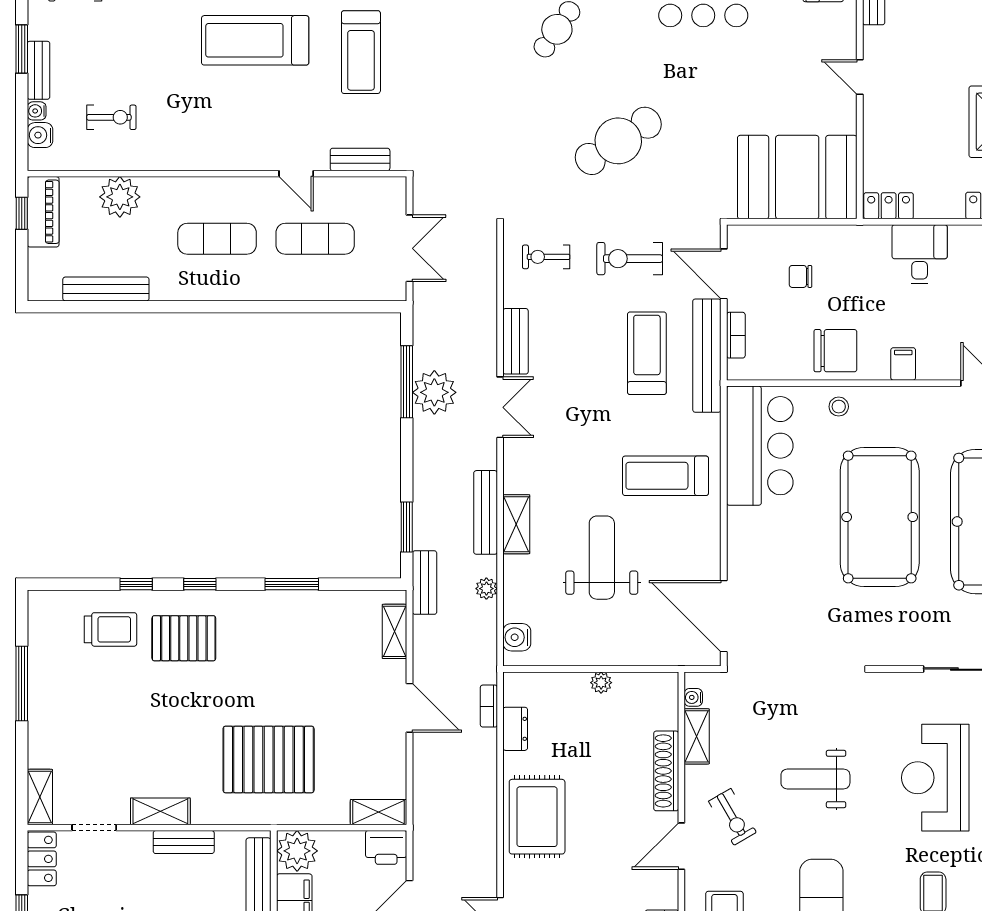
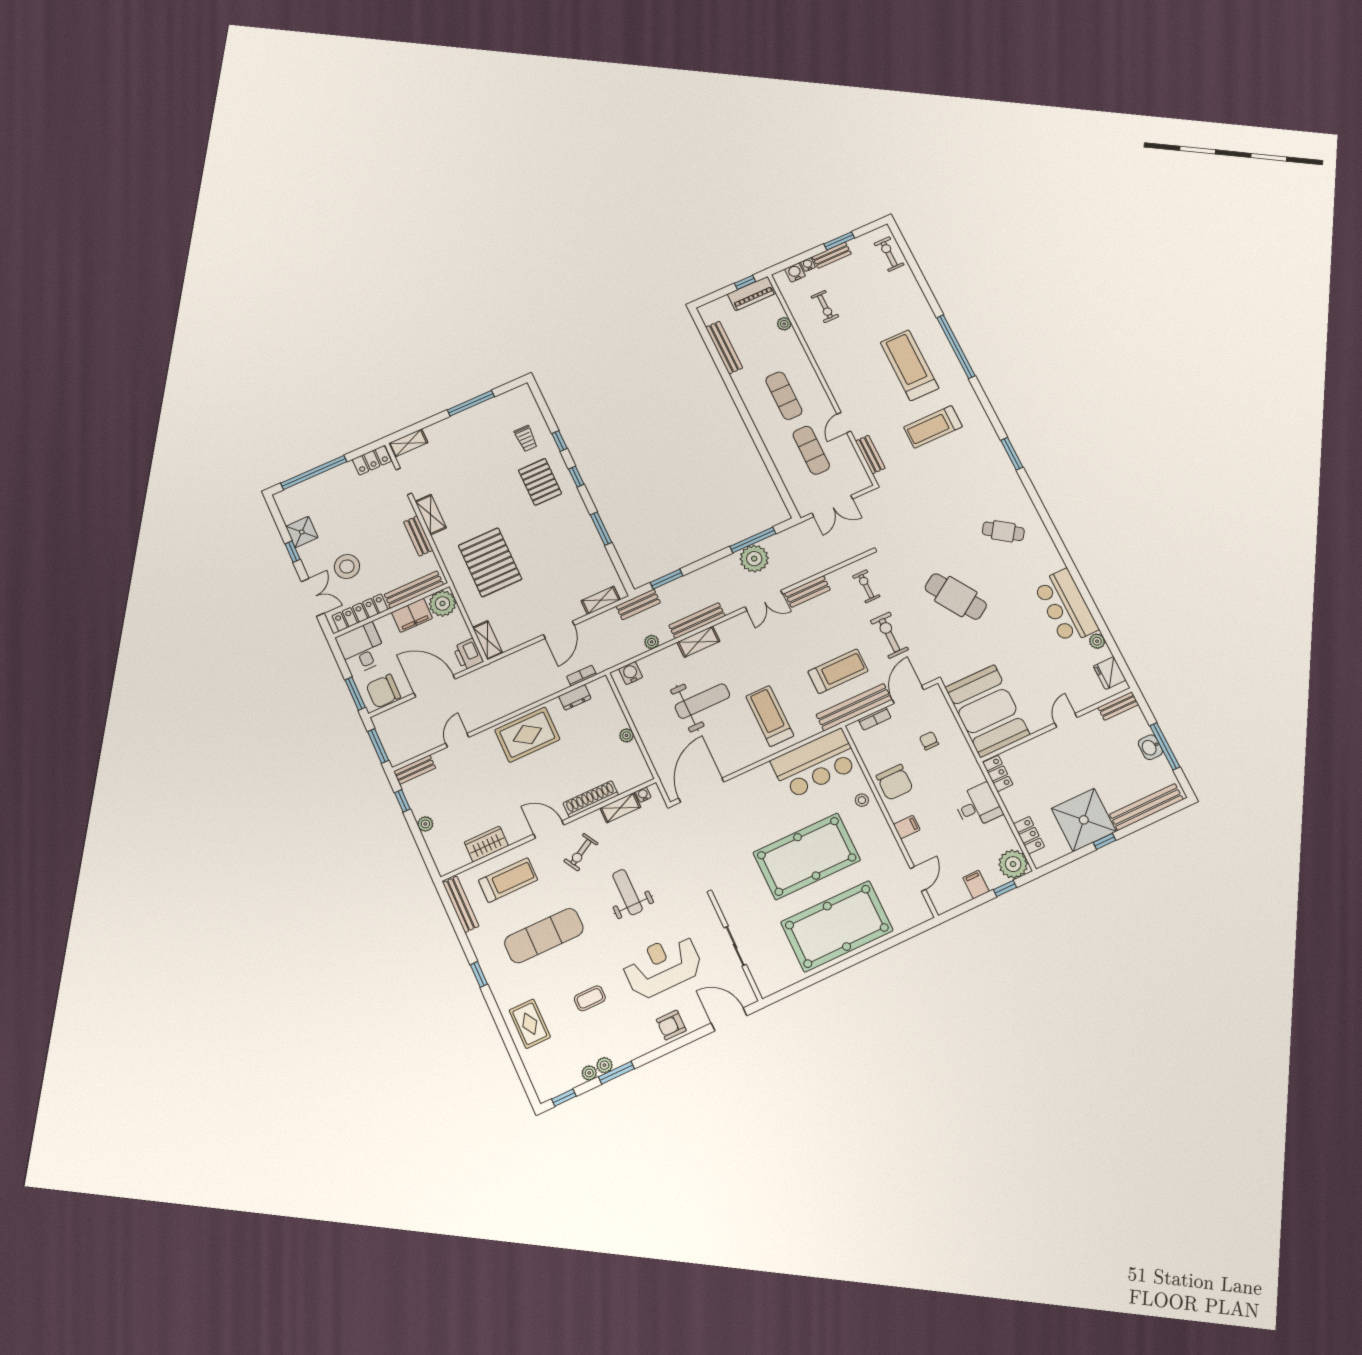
plant: (120, 197) -> (784, 324), width x0.53, depth x0.53
trolley: (111, 629) -> (526, 438), width x0.73, depth x0.72

